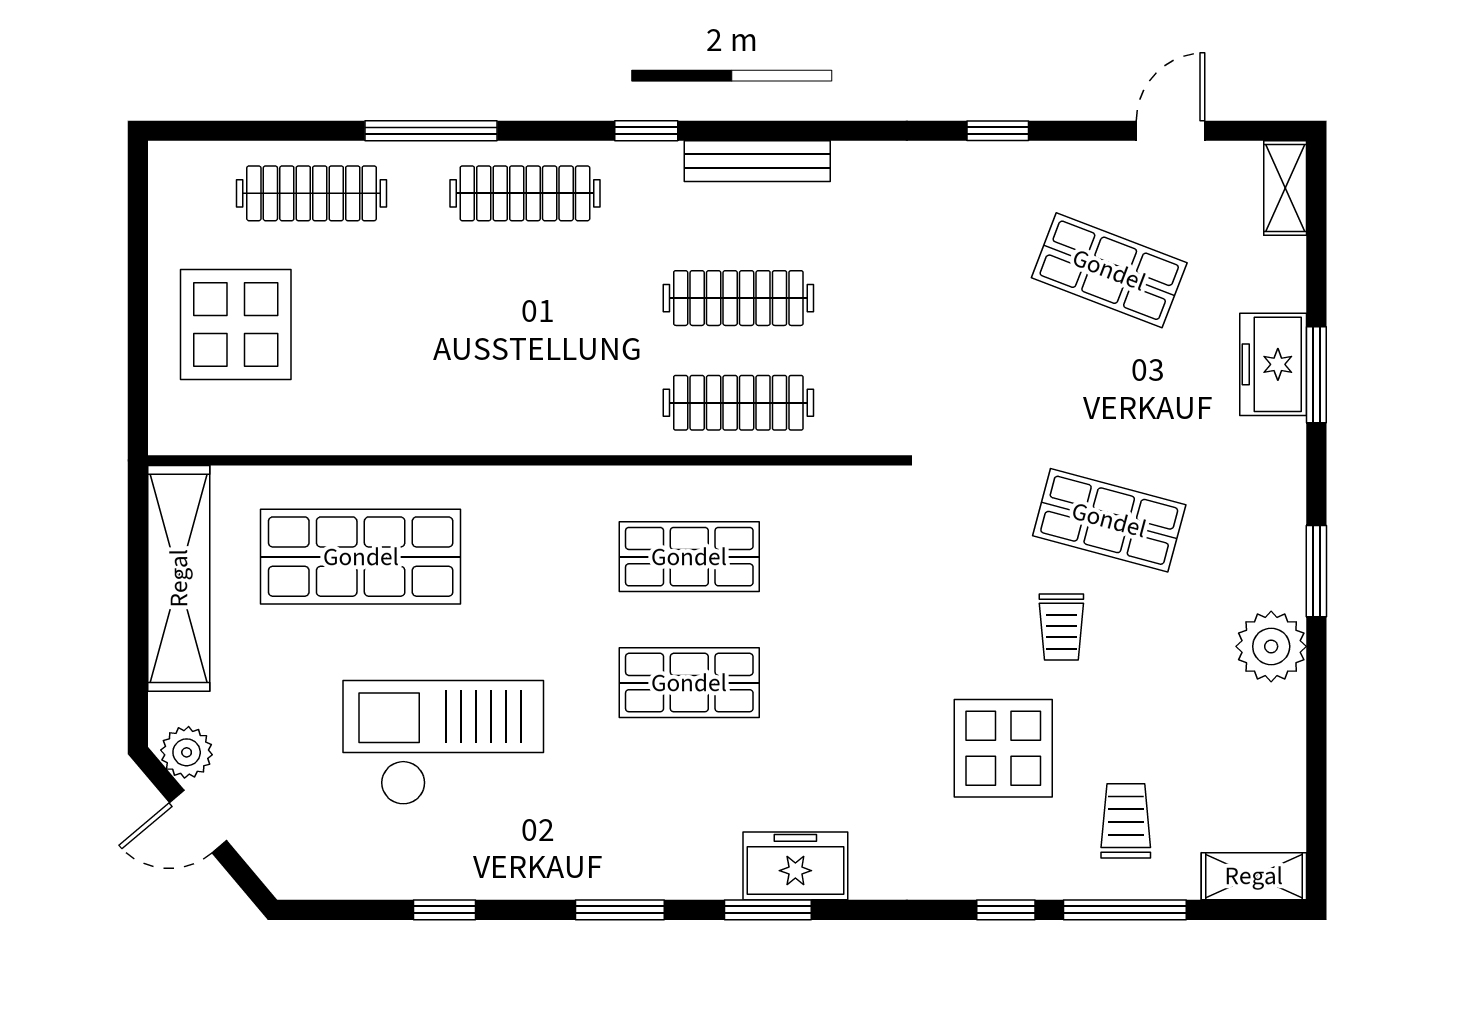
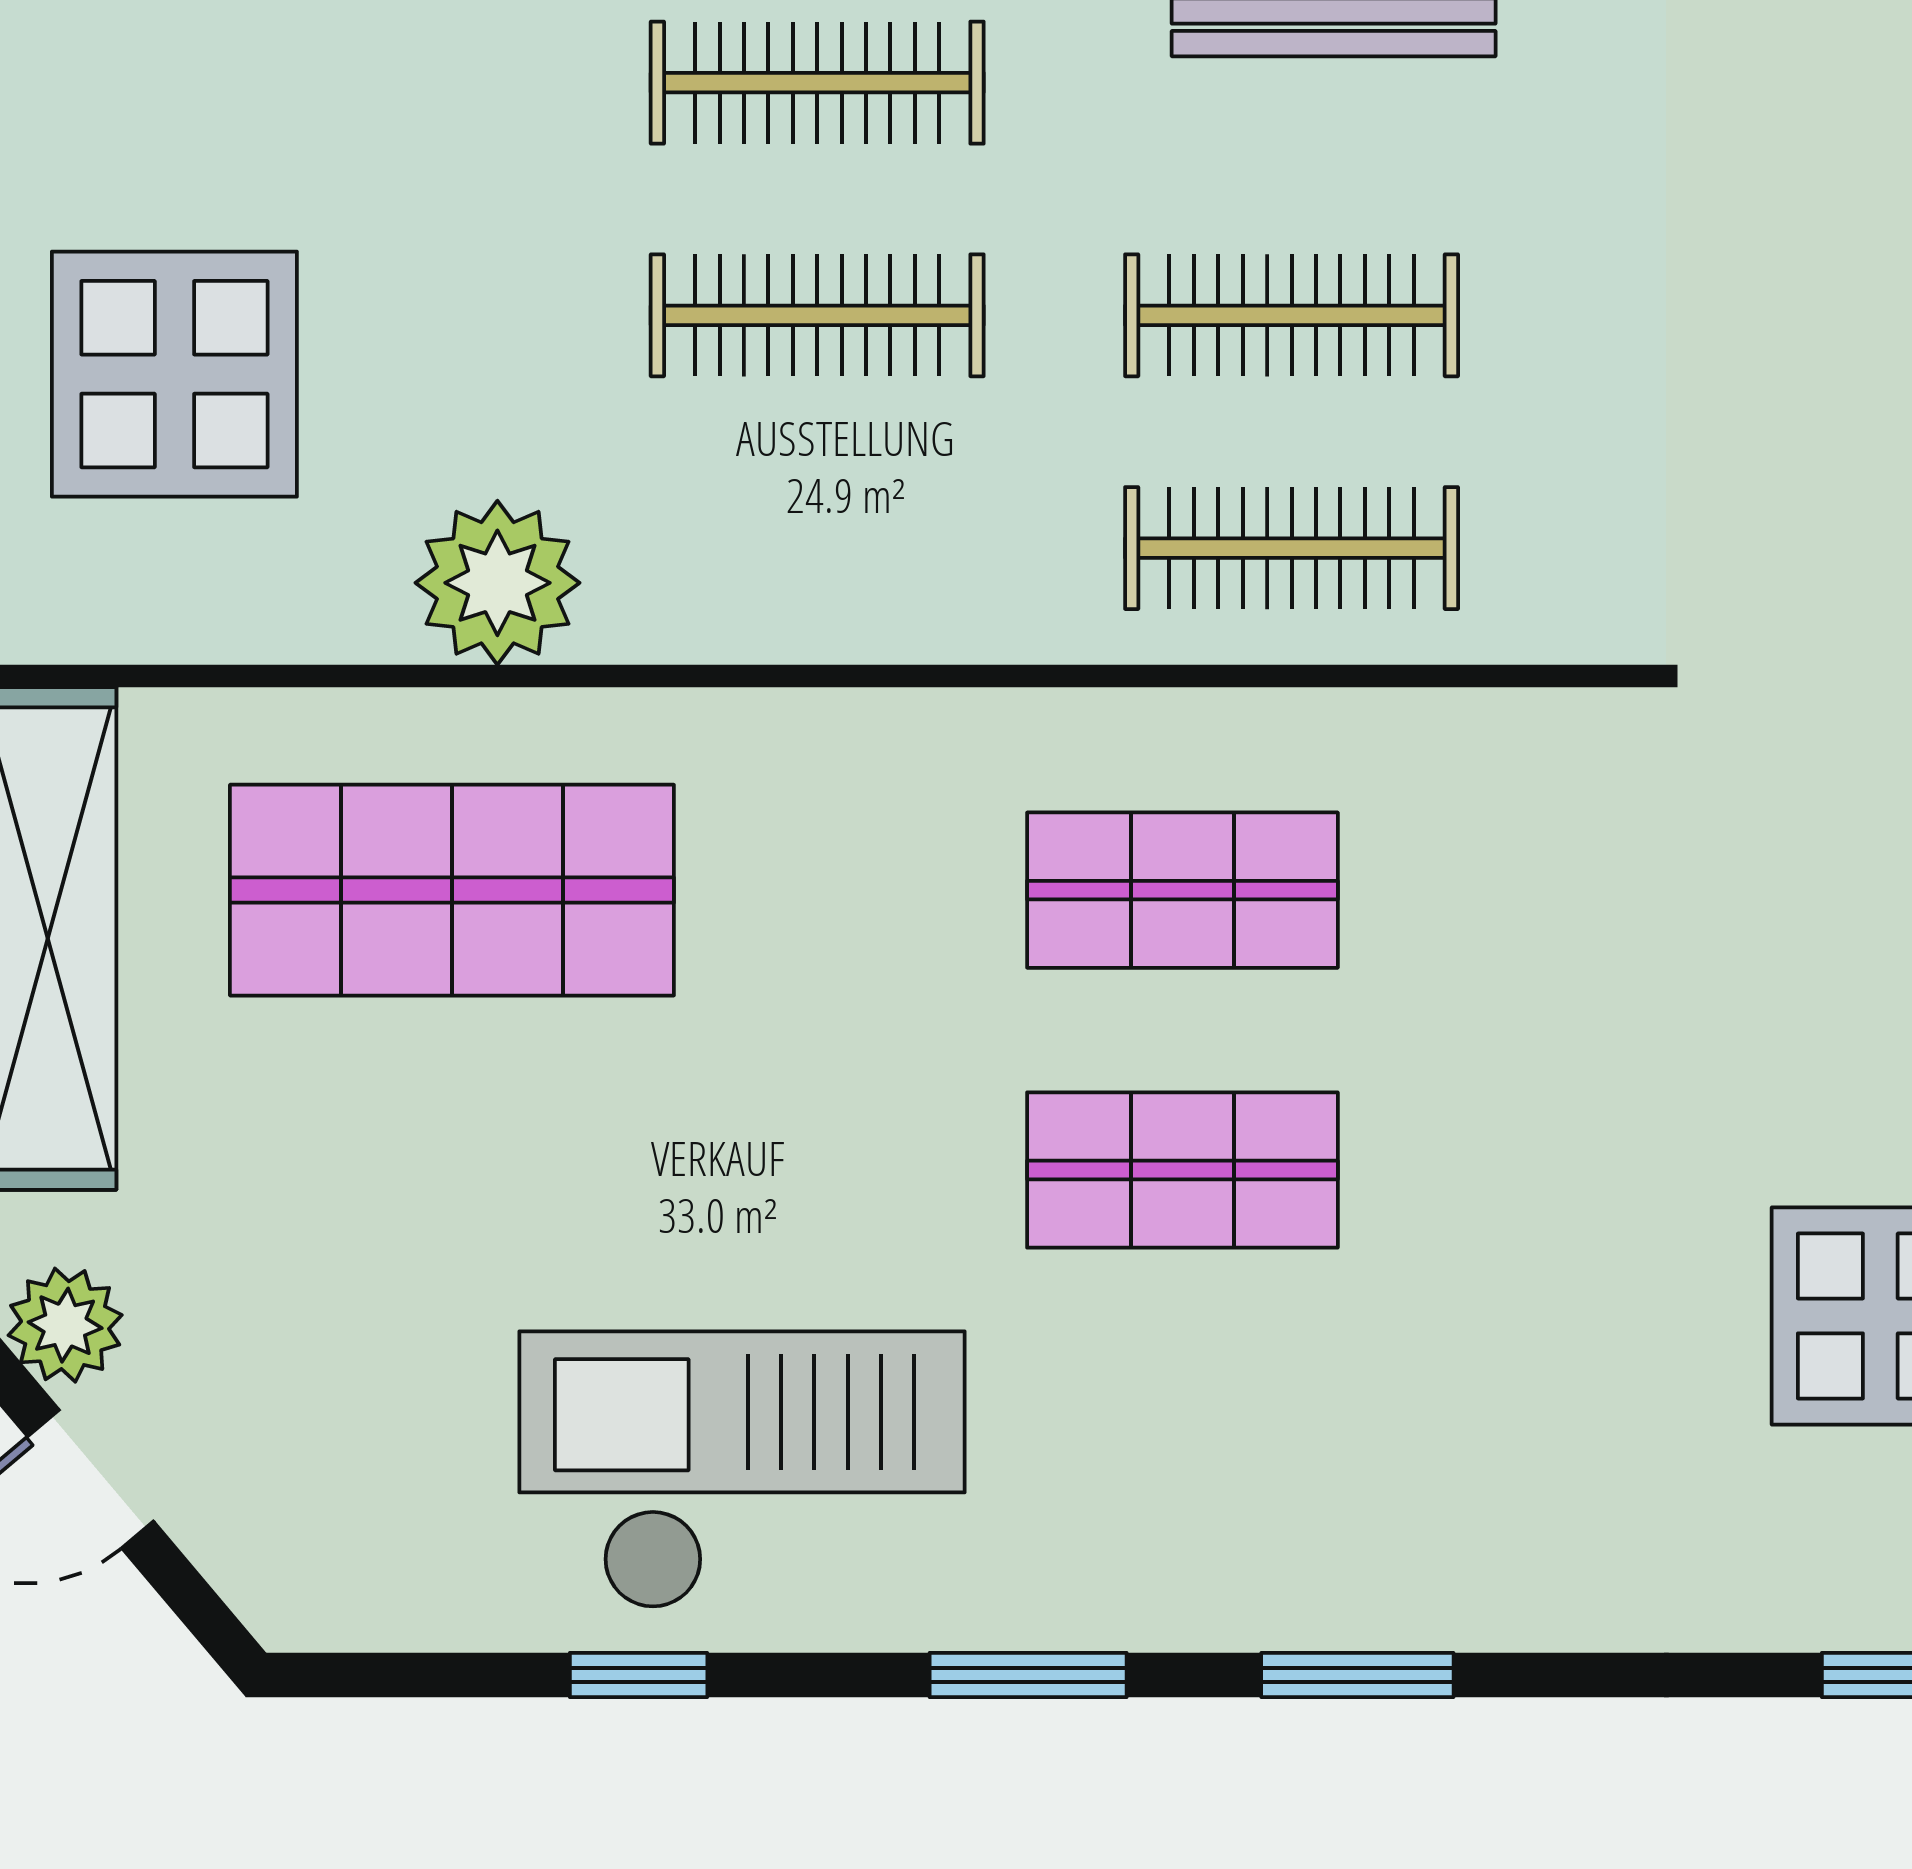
clothes rail: (312, 193) -> (817, 315), moved
plant: (381, 418) -> (497, 583), added
checkout: (443, 743) -> (742, 1470), moved
freezer: (795, 866) -> (1418, 1577), removed

